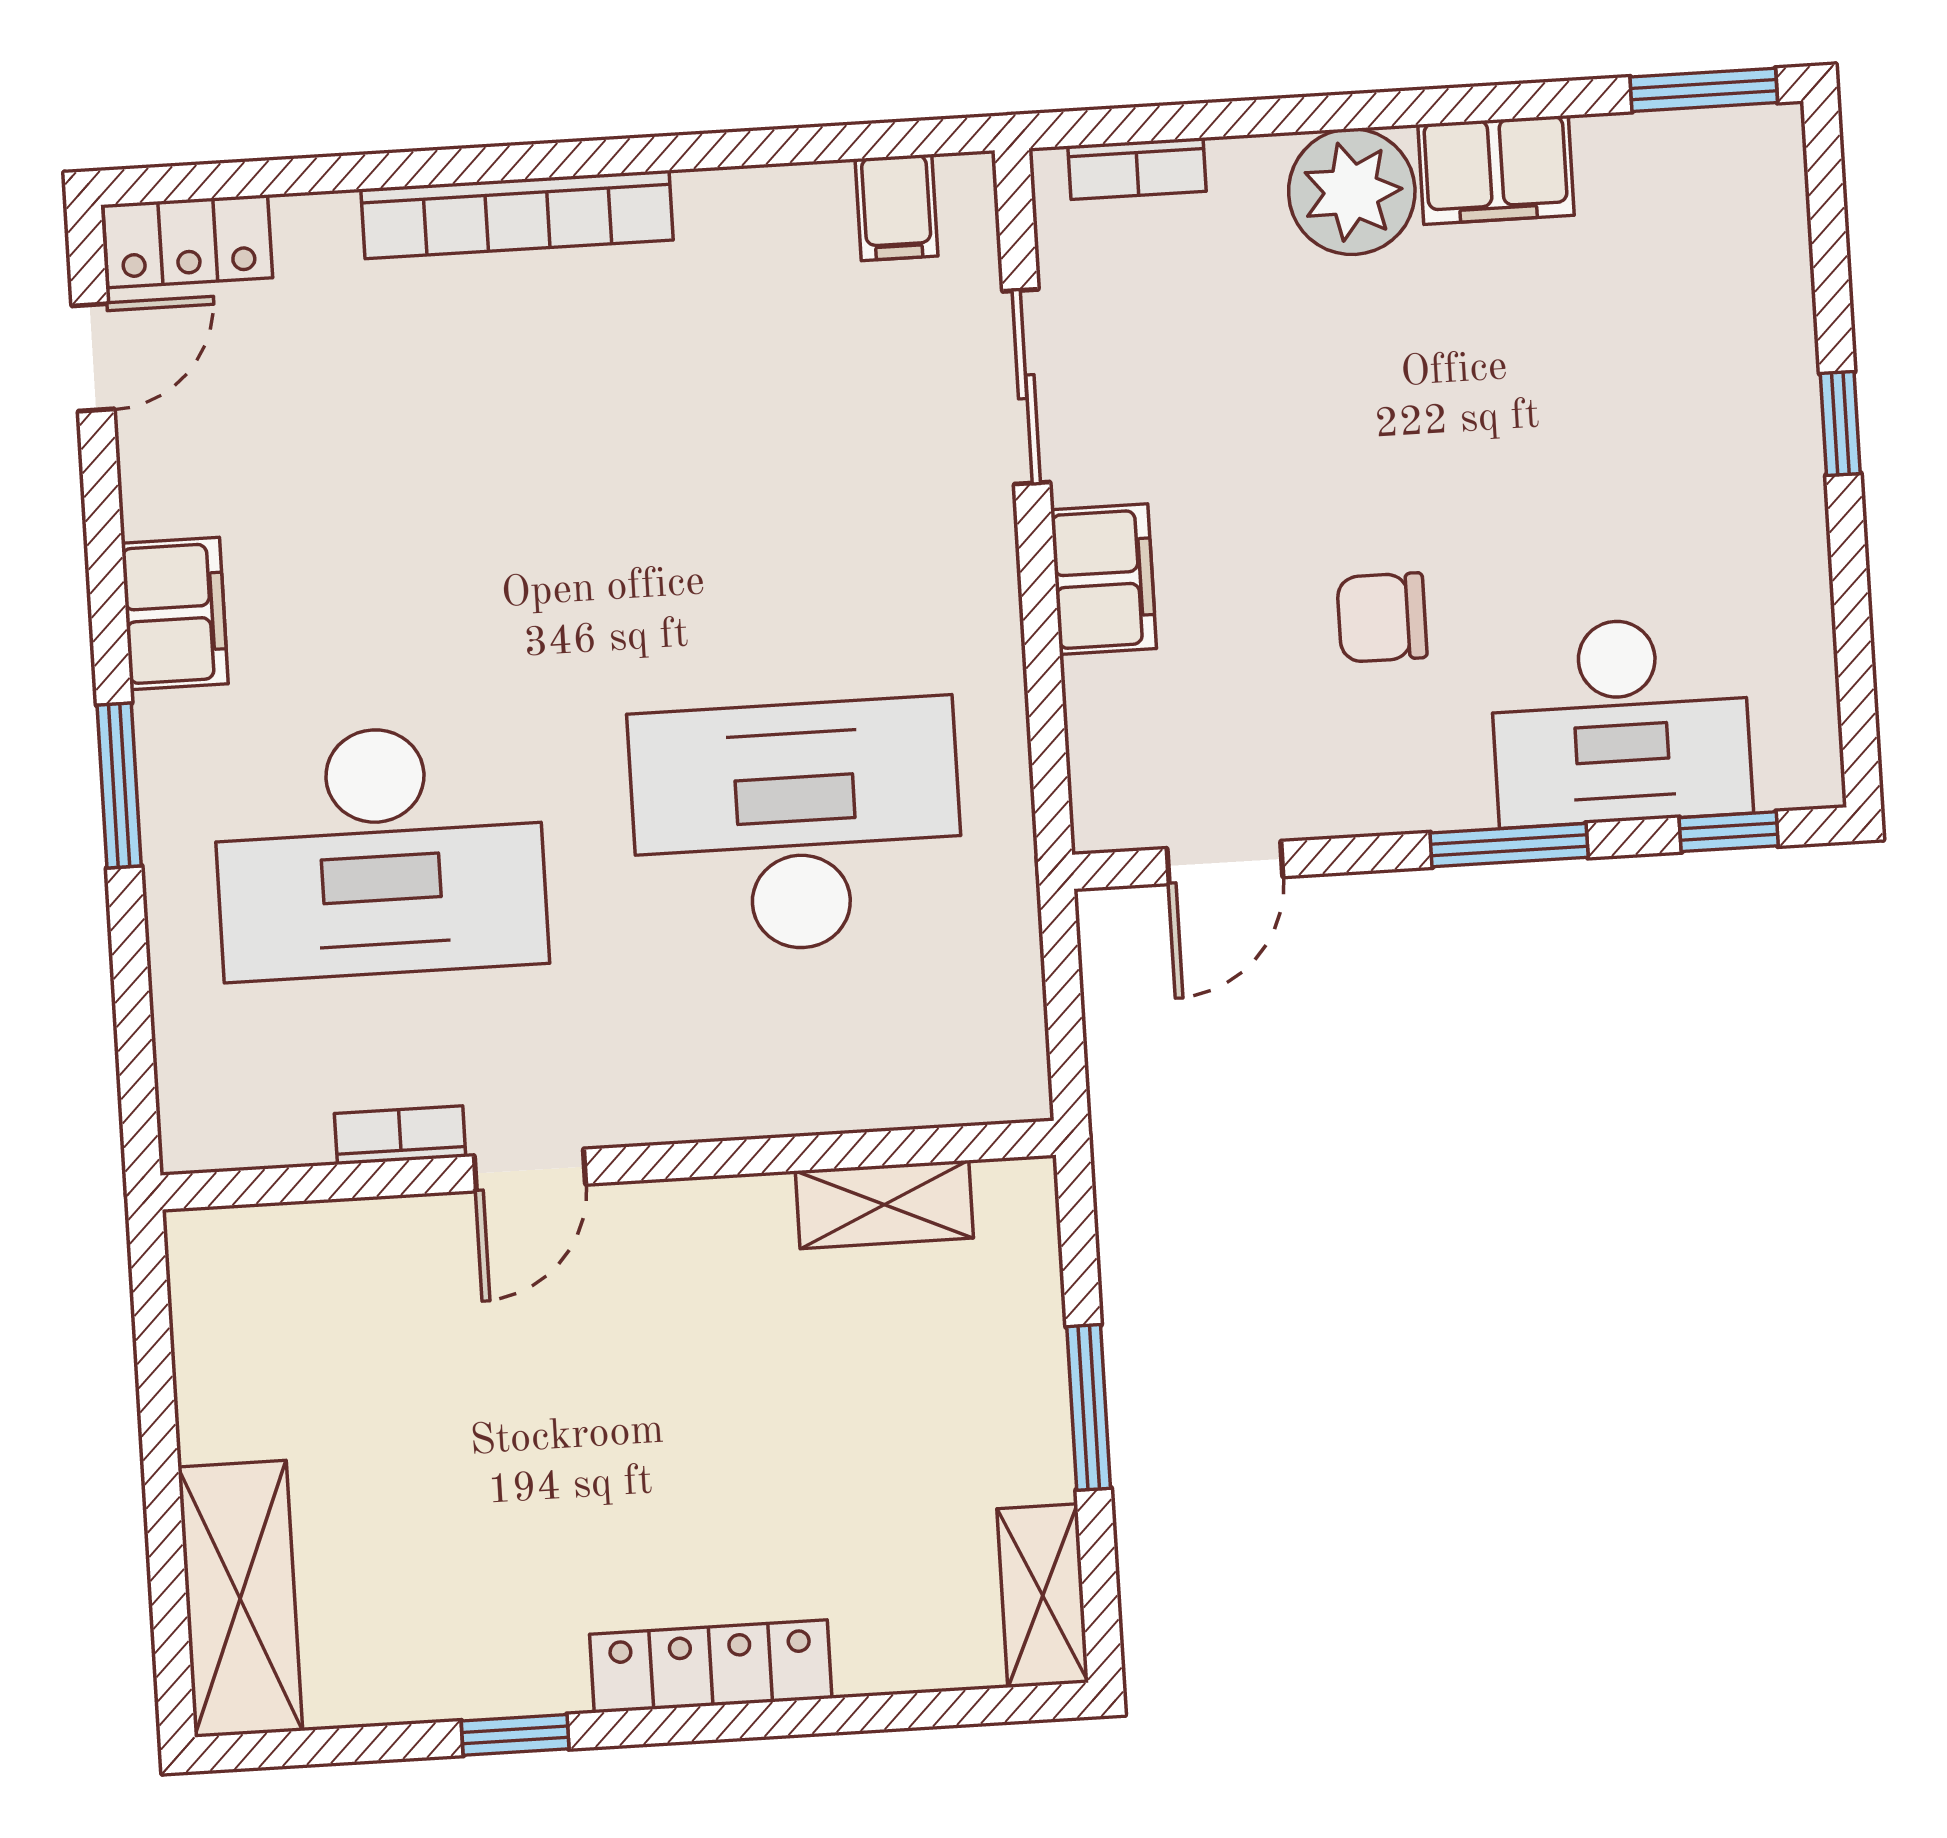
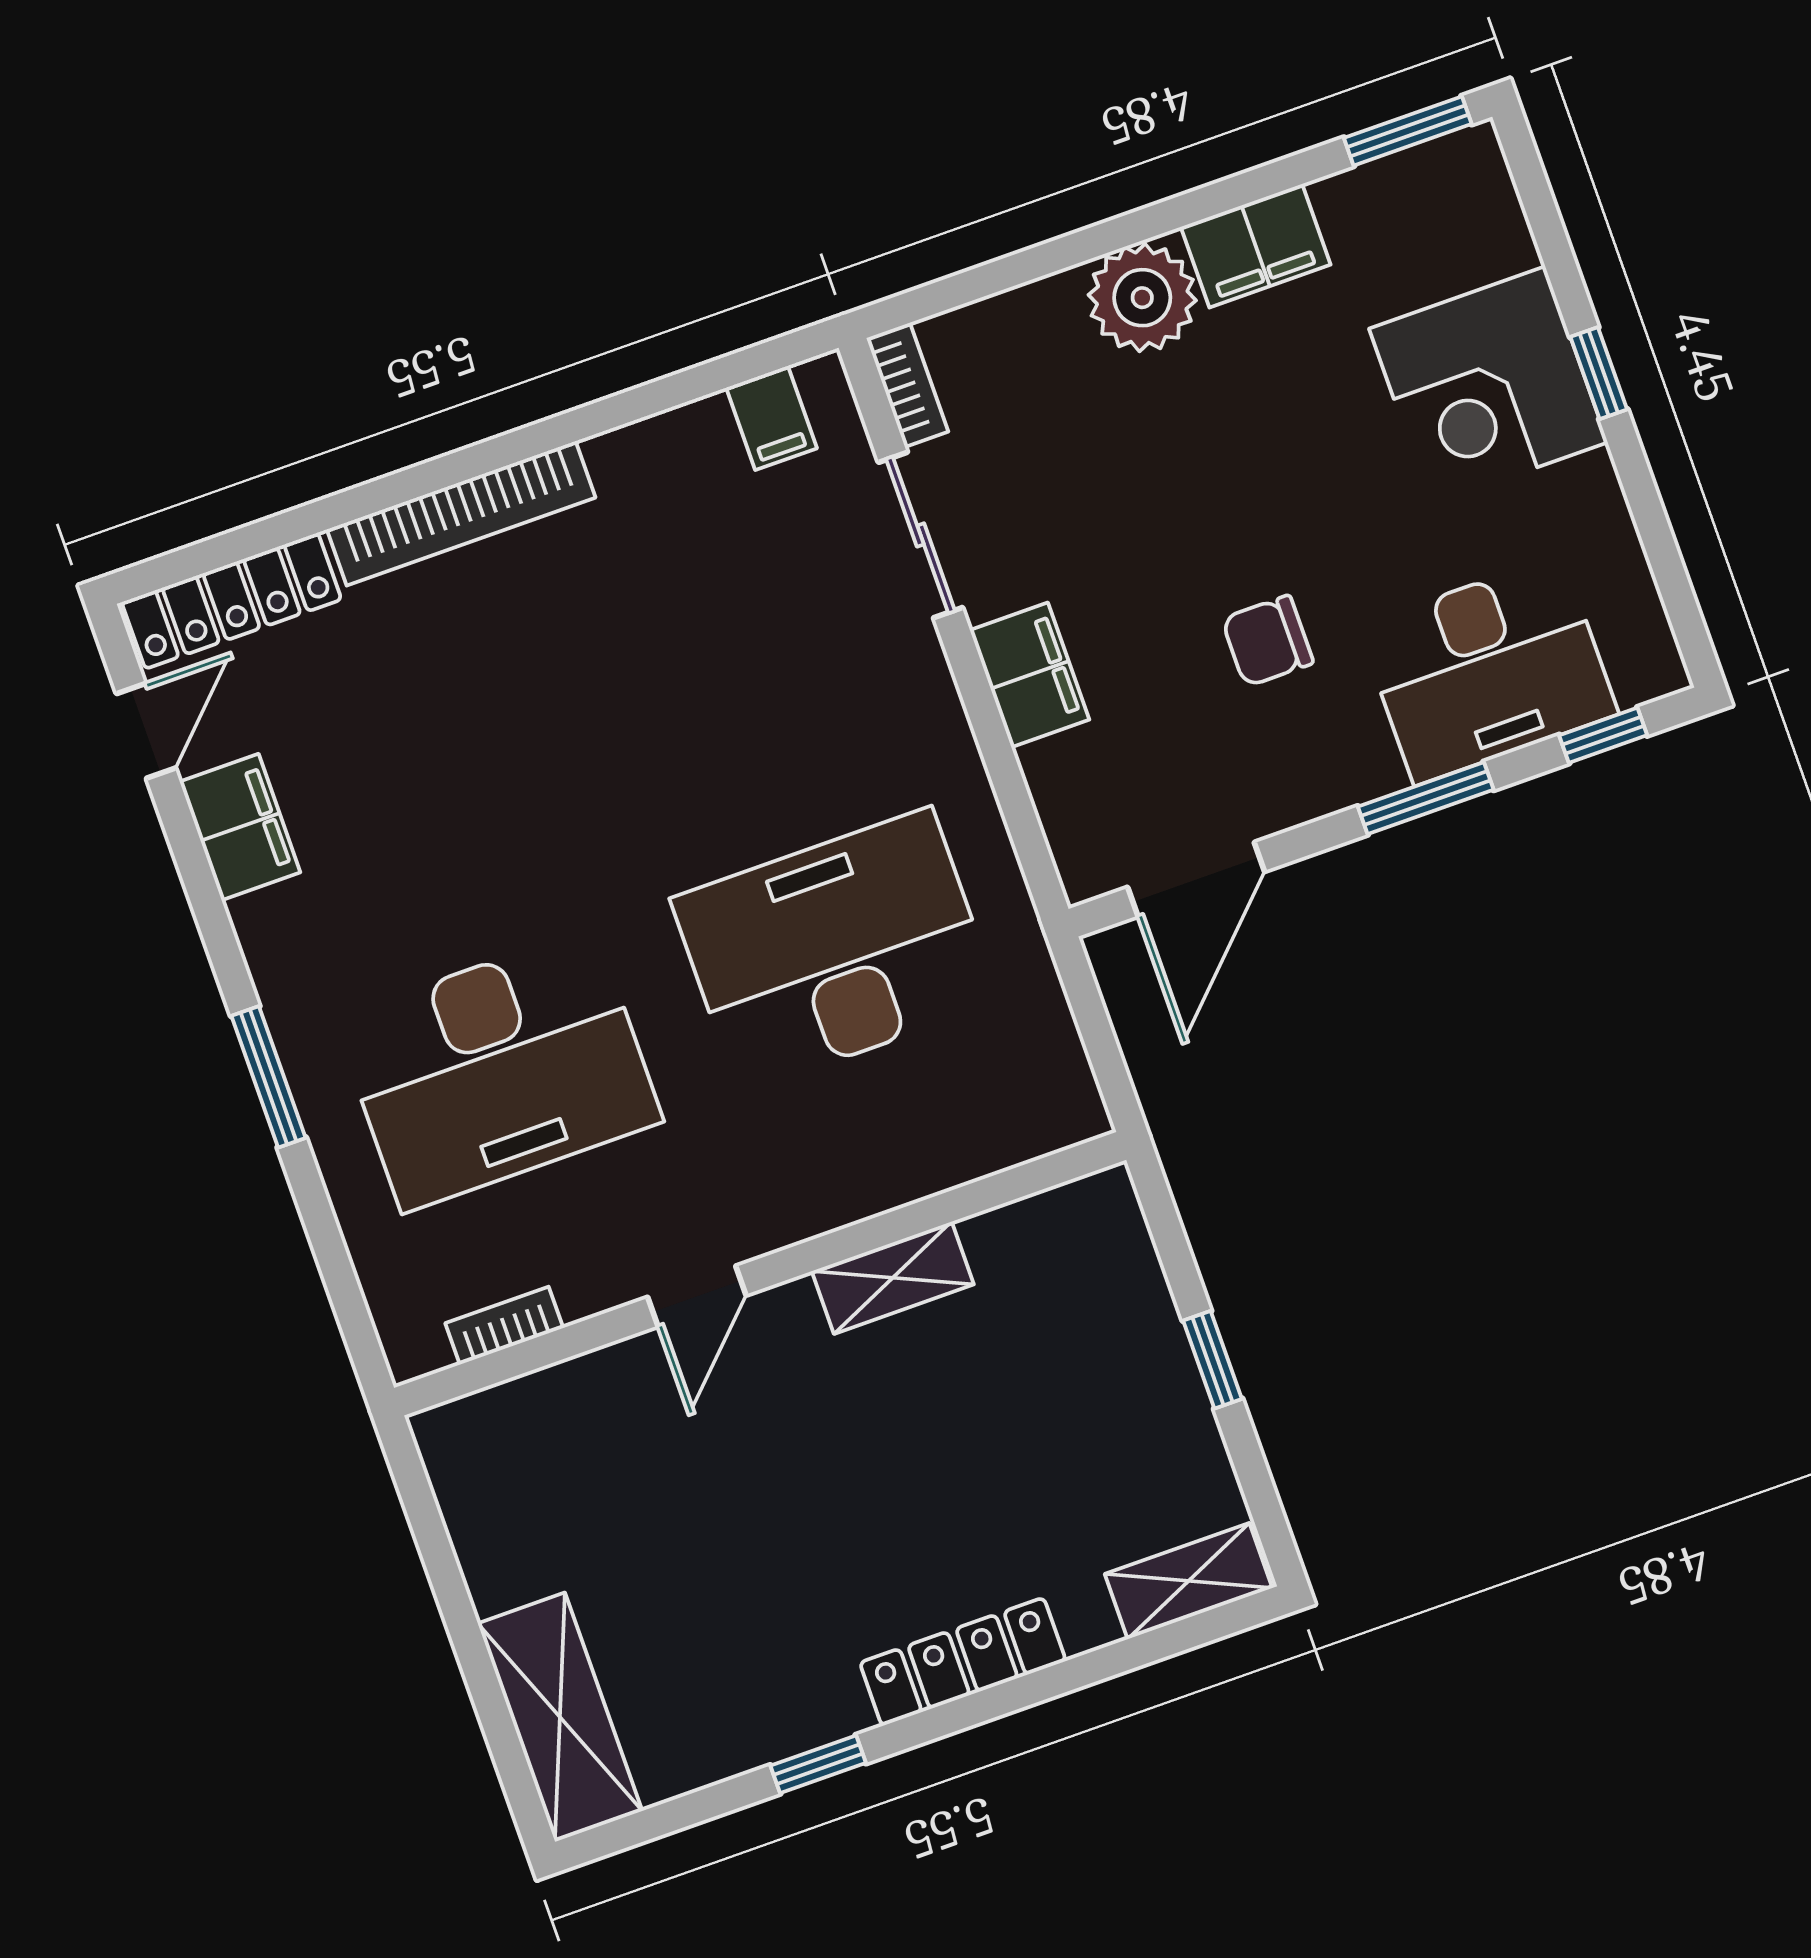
bookcase: (1137, 169) -> (907, 385), moved, turned -90
locker: (188, 241) -> (231, 601), width x1.53
corner desk: (1712, 402) -> (1488, 385), added
filing cabinet: (175, 613) -> (240, 827), moved
door: (1225, 863) -> (1196, 879), width x1.38
bookcase: (400, 1135) -> (504, 1326), moved
shelving: (884, 1204) -> (893, 1278), moved
window: (1089, 1407) -> (1213, 1360), width x0.67
shelving: (1043, 1596) -> (1189, 1581), moved, turned 90

